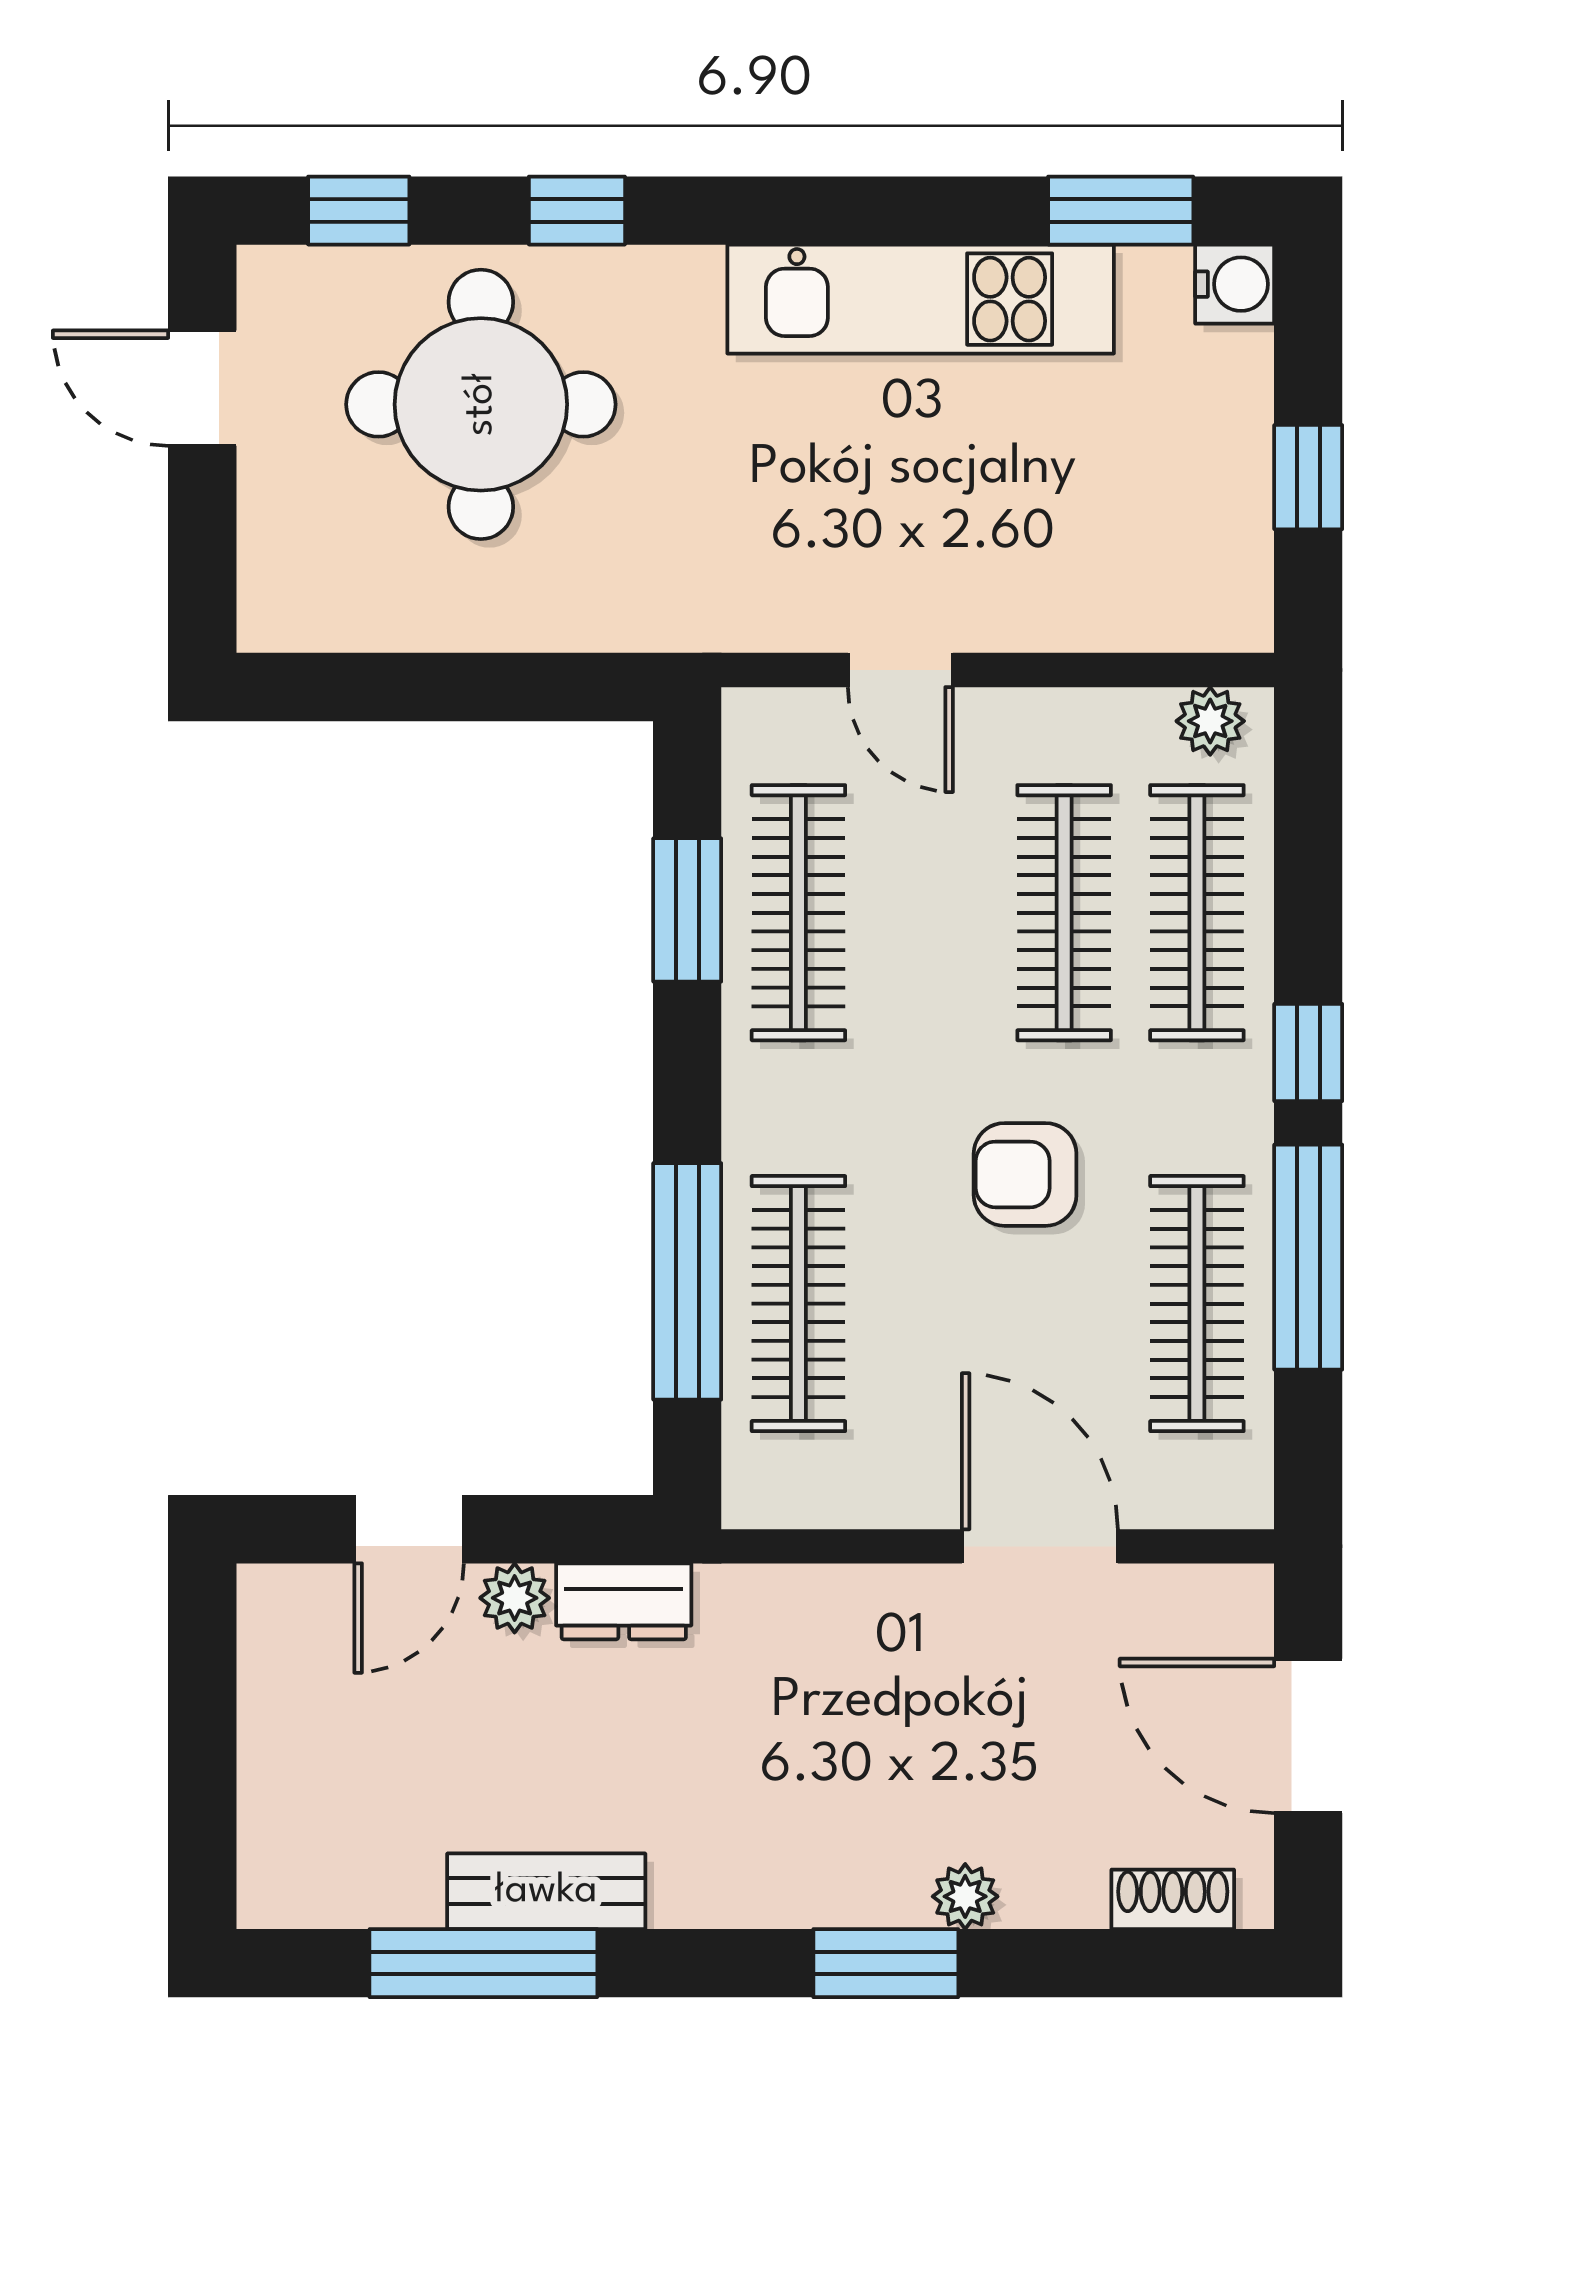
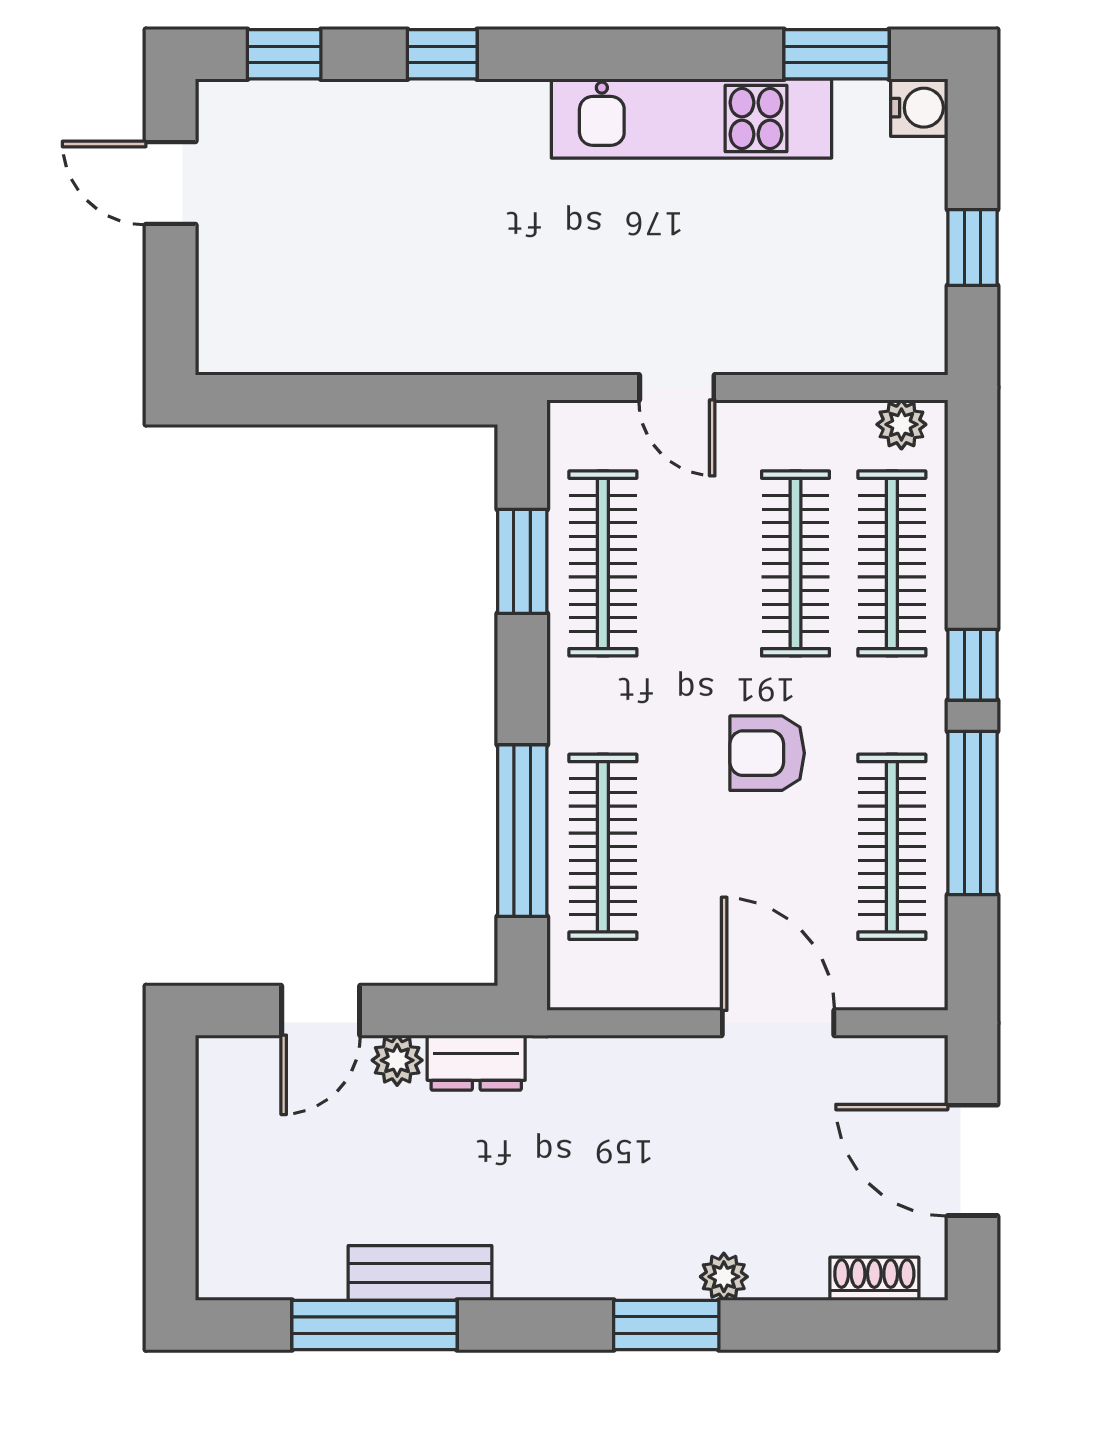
round table: (481, 404) -> (373, 195), removed

